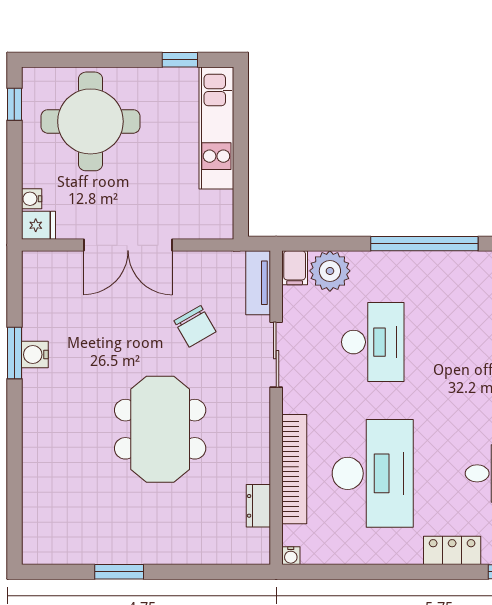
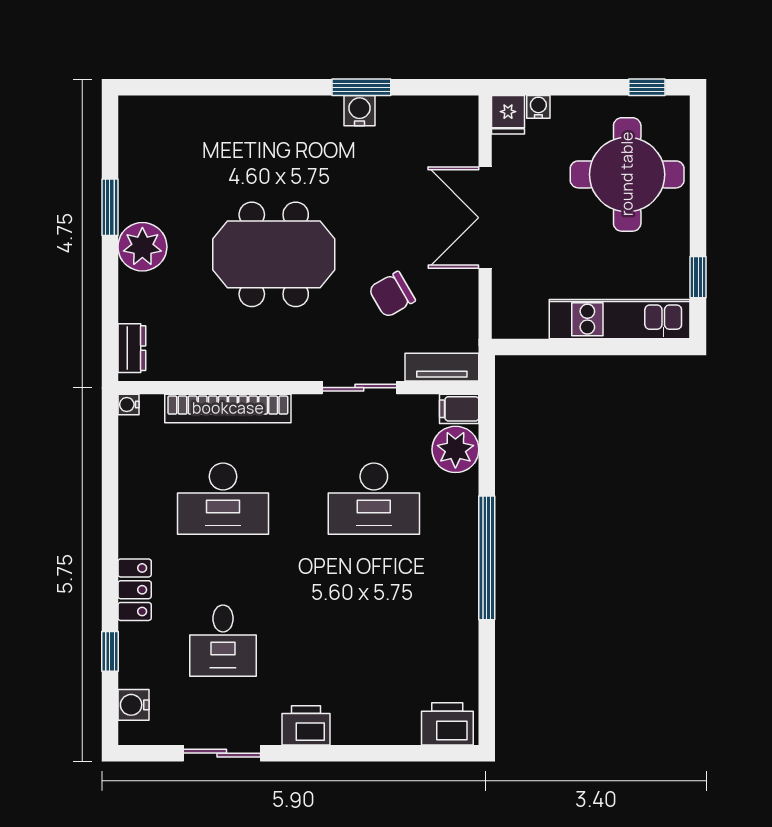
desk: (373, 473) -> (223, 499), width x0.73, depth x0.77
dresser: (258, 506) -> (132, 348), moved, turned 90
plant: (153, 544) -> (142, 247), added

